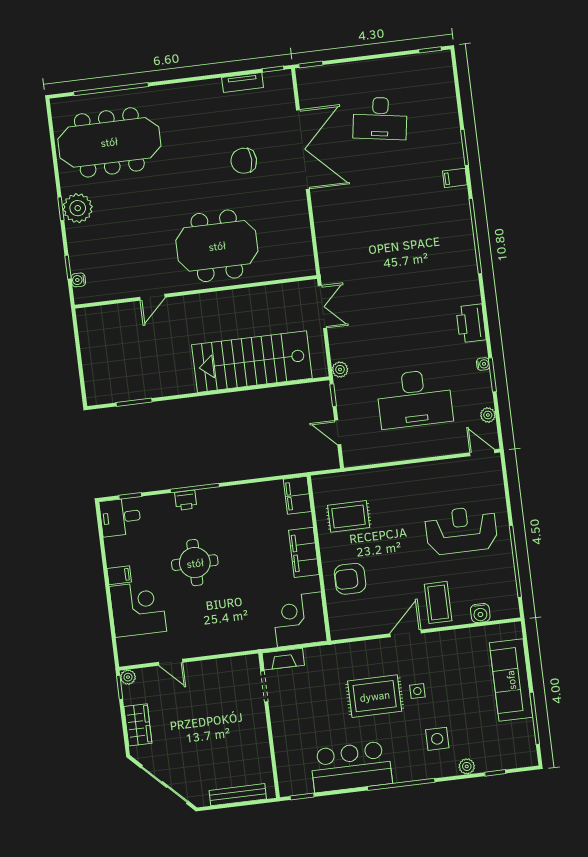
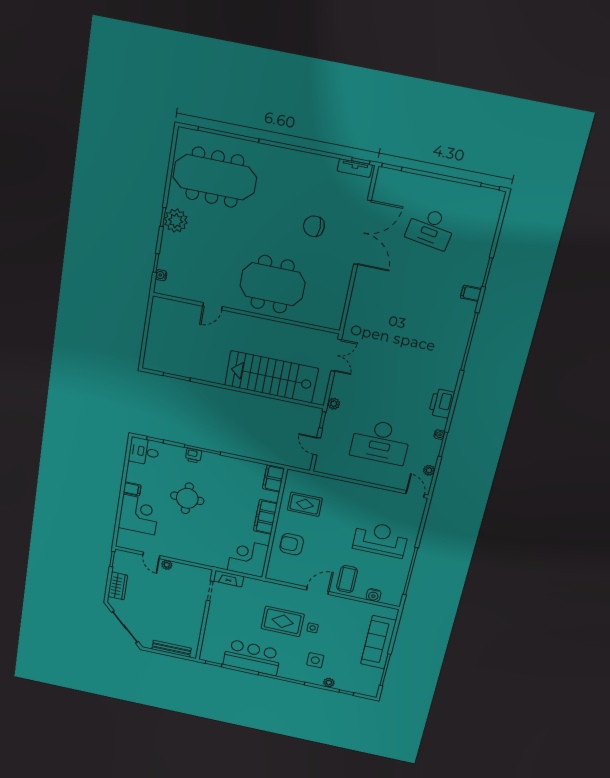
tv unit: (243, 83) -> (355, 168), moved
plant: (128, 677) -> (167, 565), moved

